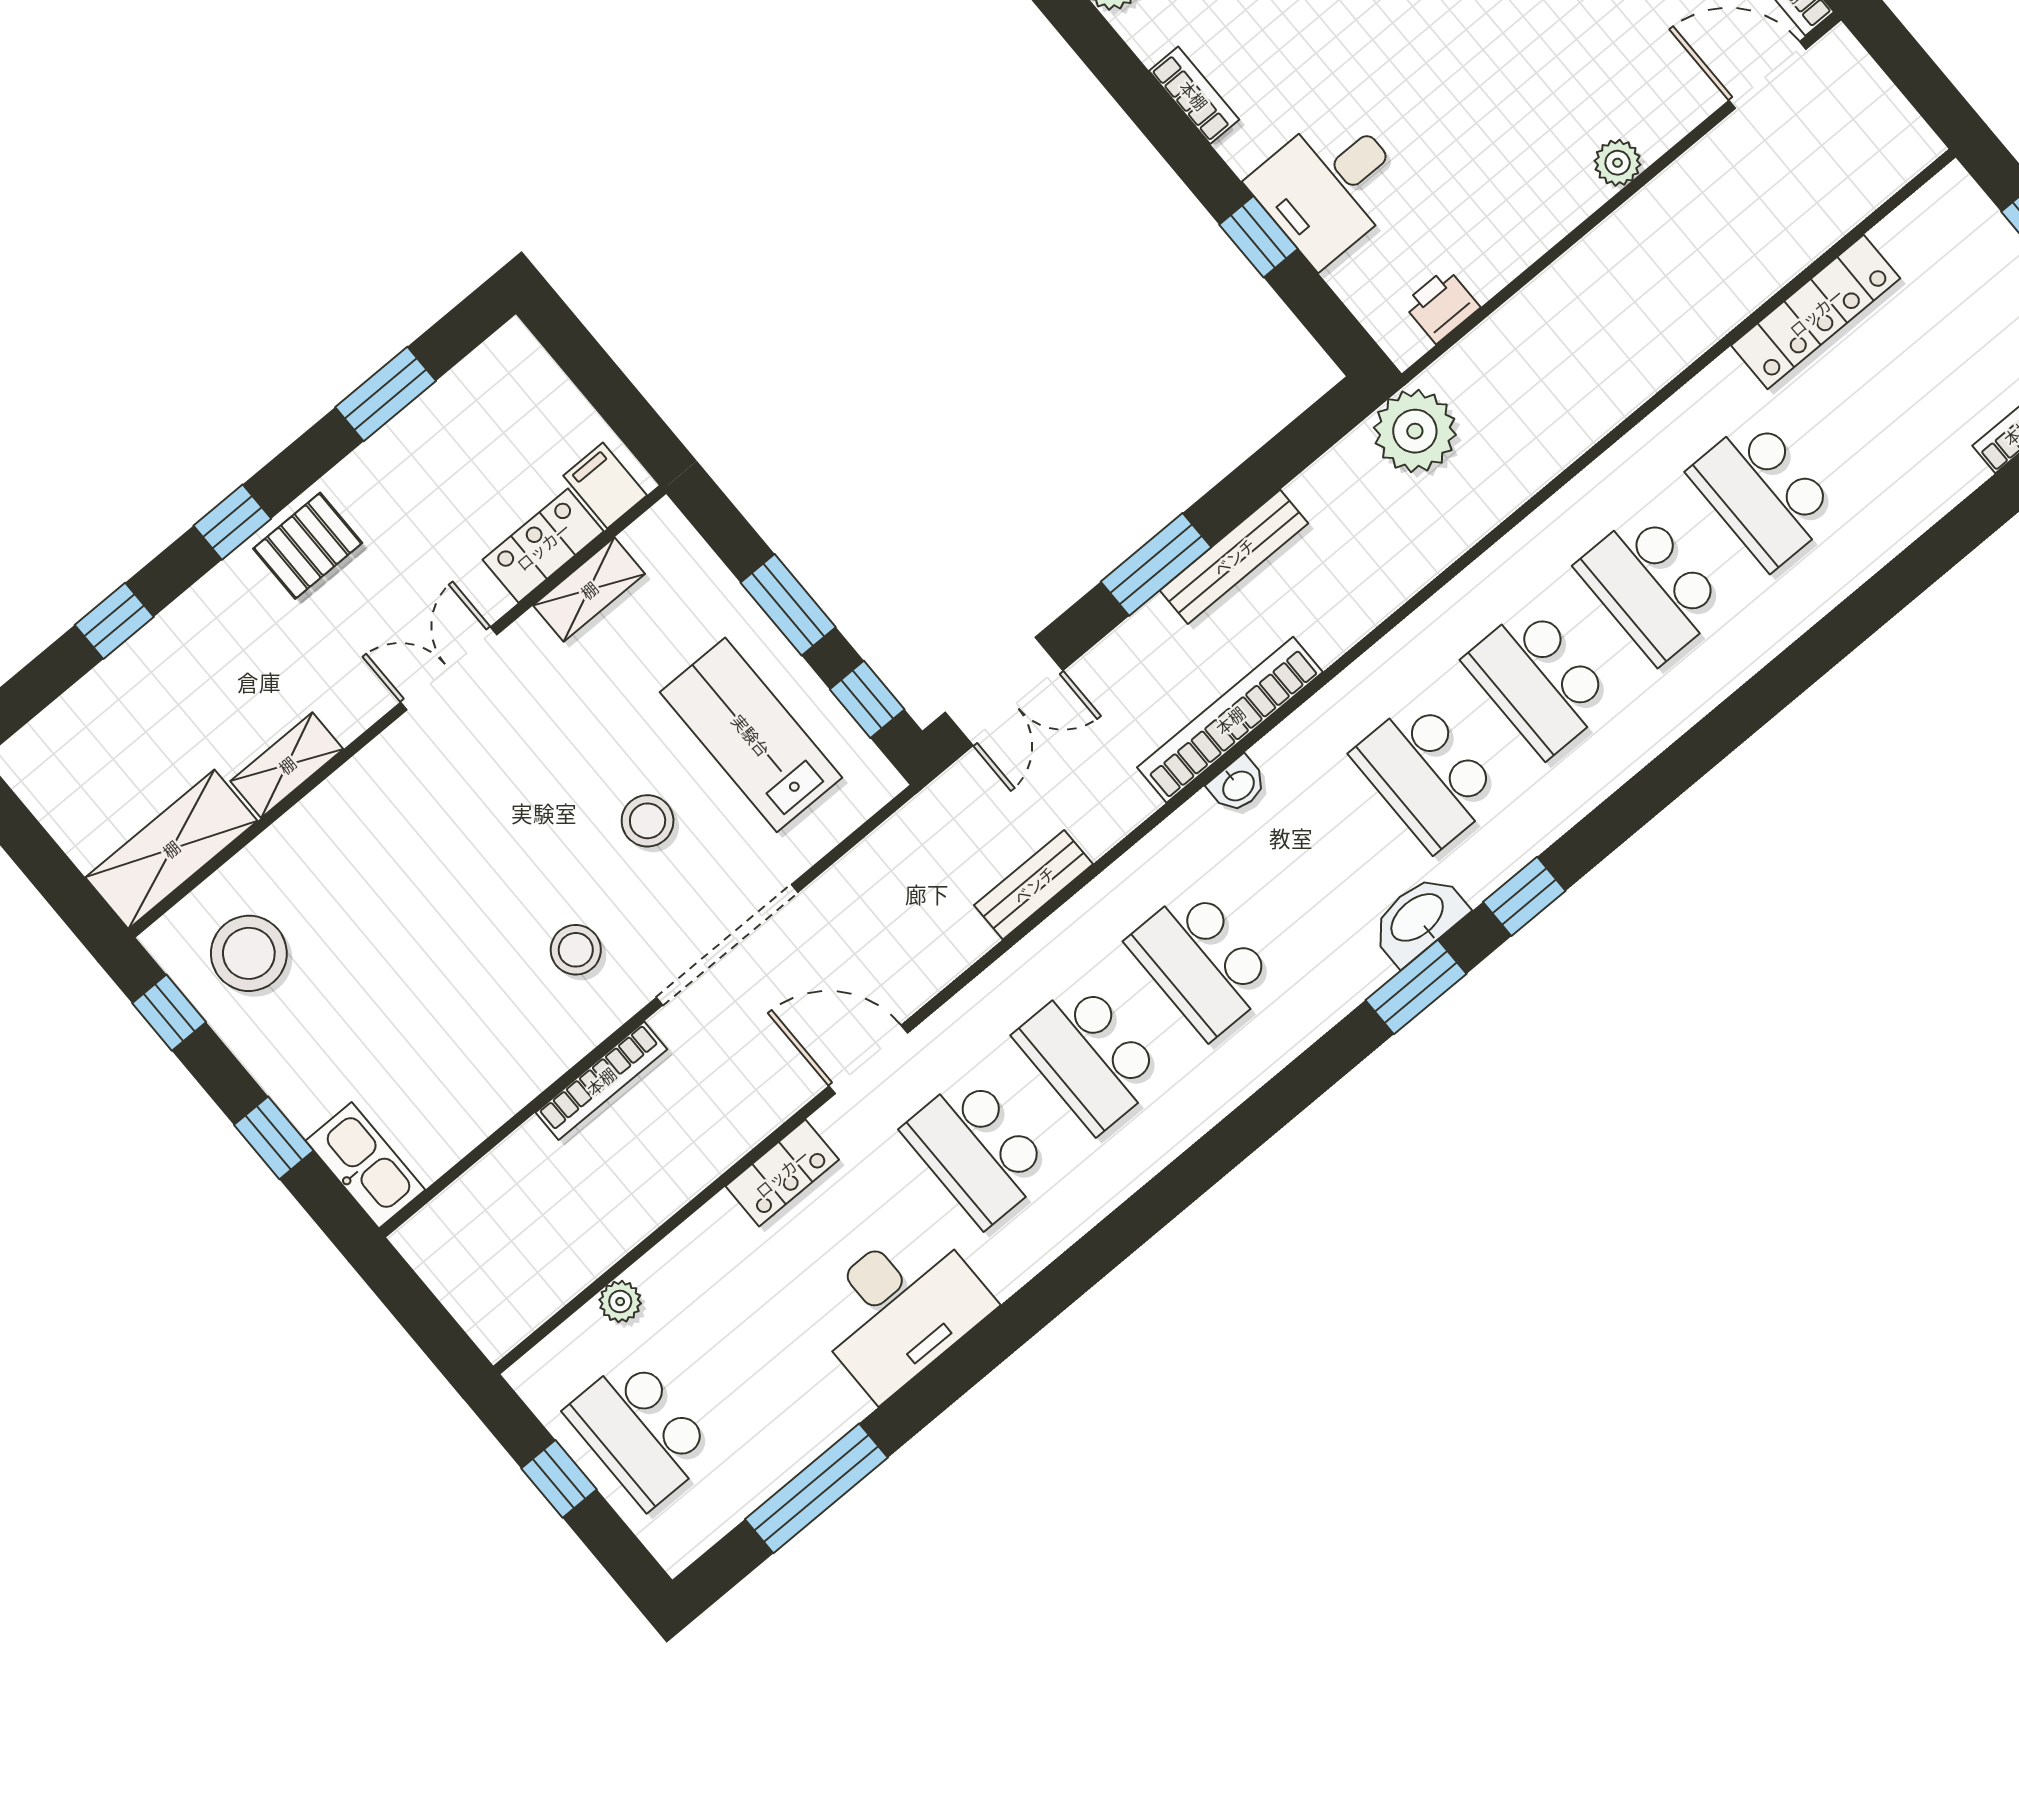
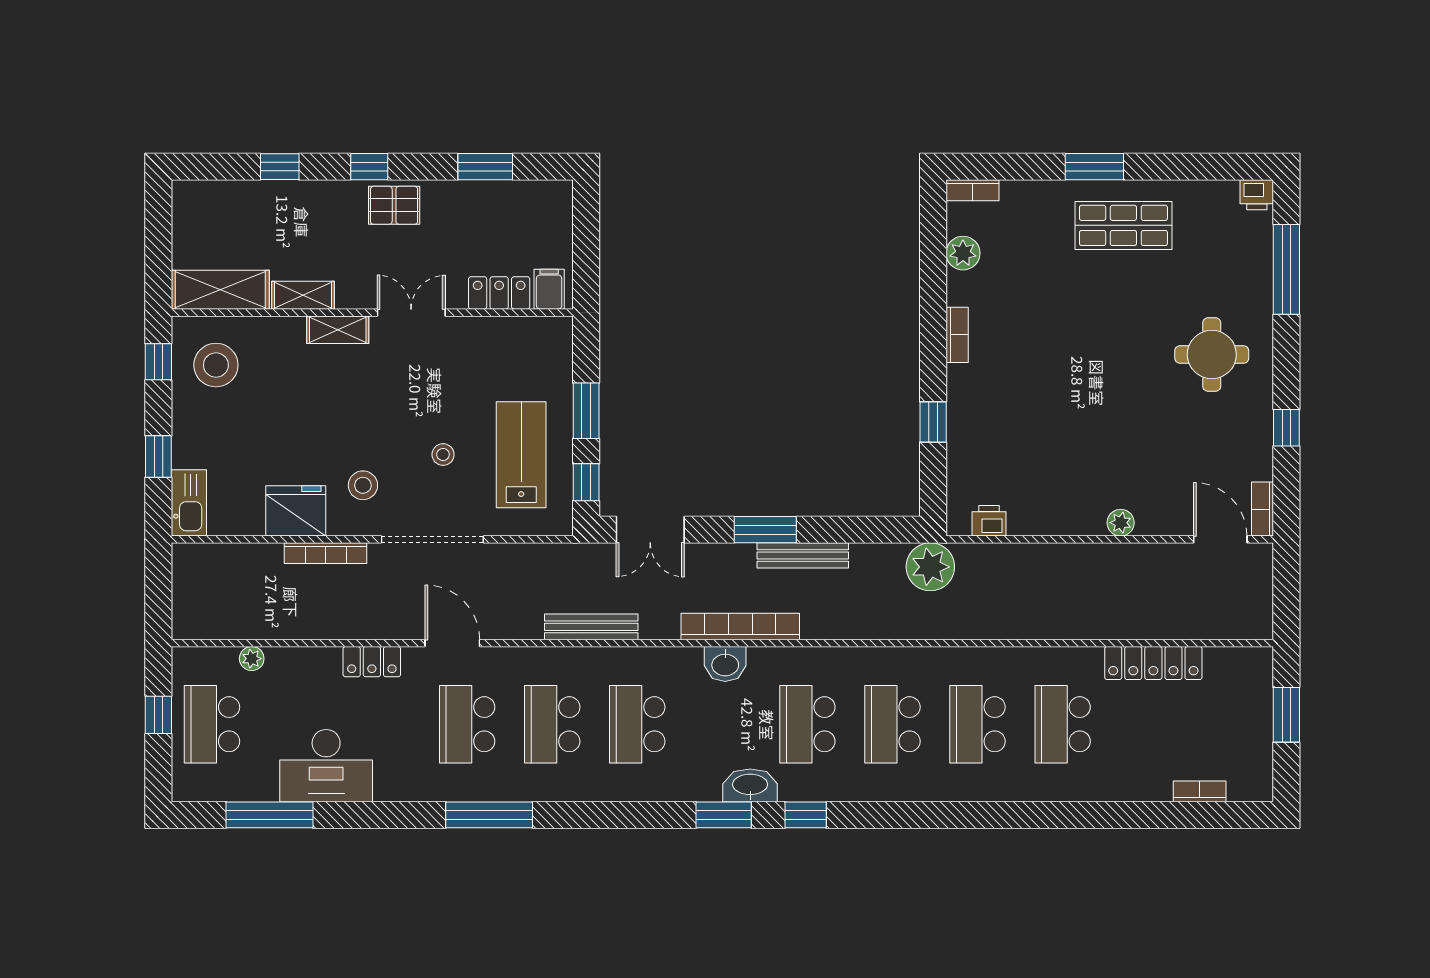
desk: (1329, 186) -> (983, 426), removed
shelving: (589, 590) -> (338, 330), moved
washbasin: (1238, 785) -> (725, 664), width x1.38, depth x1.45
stool: (648, 821) -> (443, 455), width x0.73, depth x0.73
bench: (1034, 885) -> (591, 627), width x1.36
fridge: (515, 1058) -> (296, 511), added
window: (1106, 1246) -> (489, 815), added
desk: (900, 1308) -> (326, 766), moved

